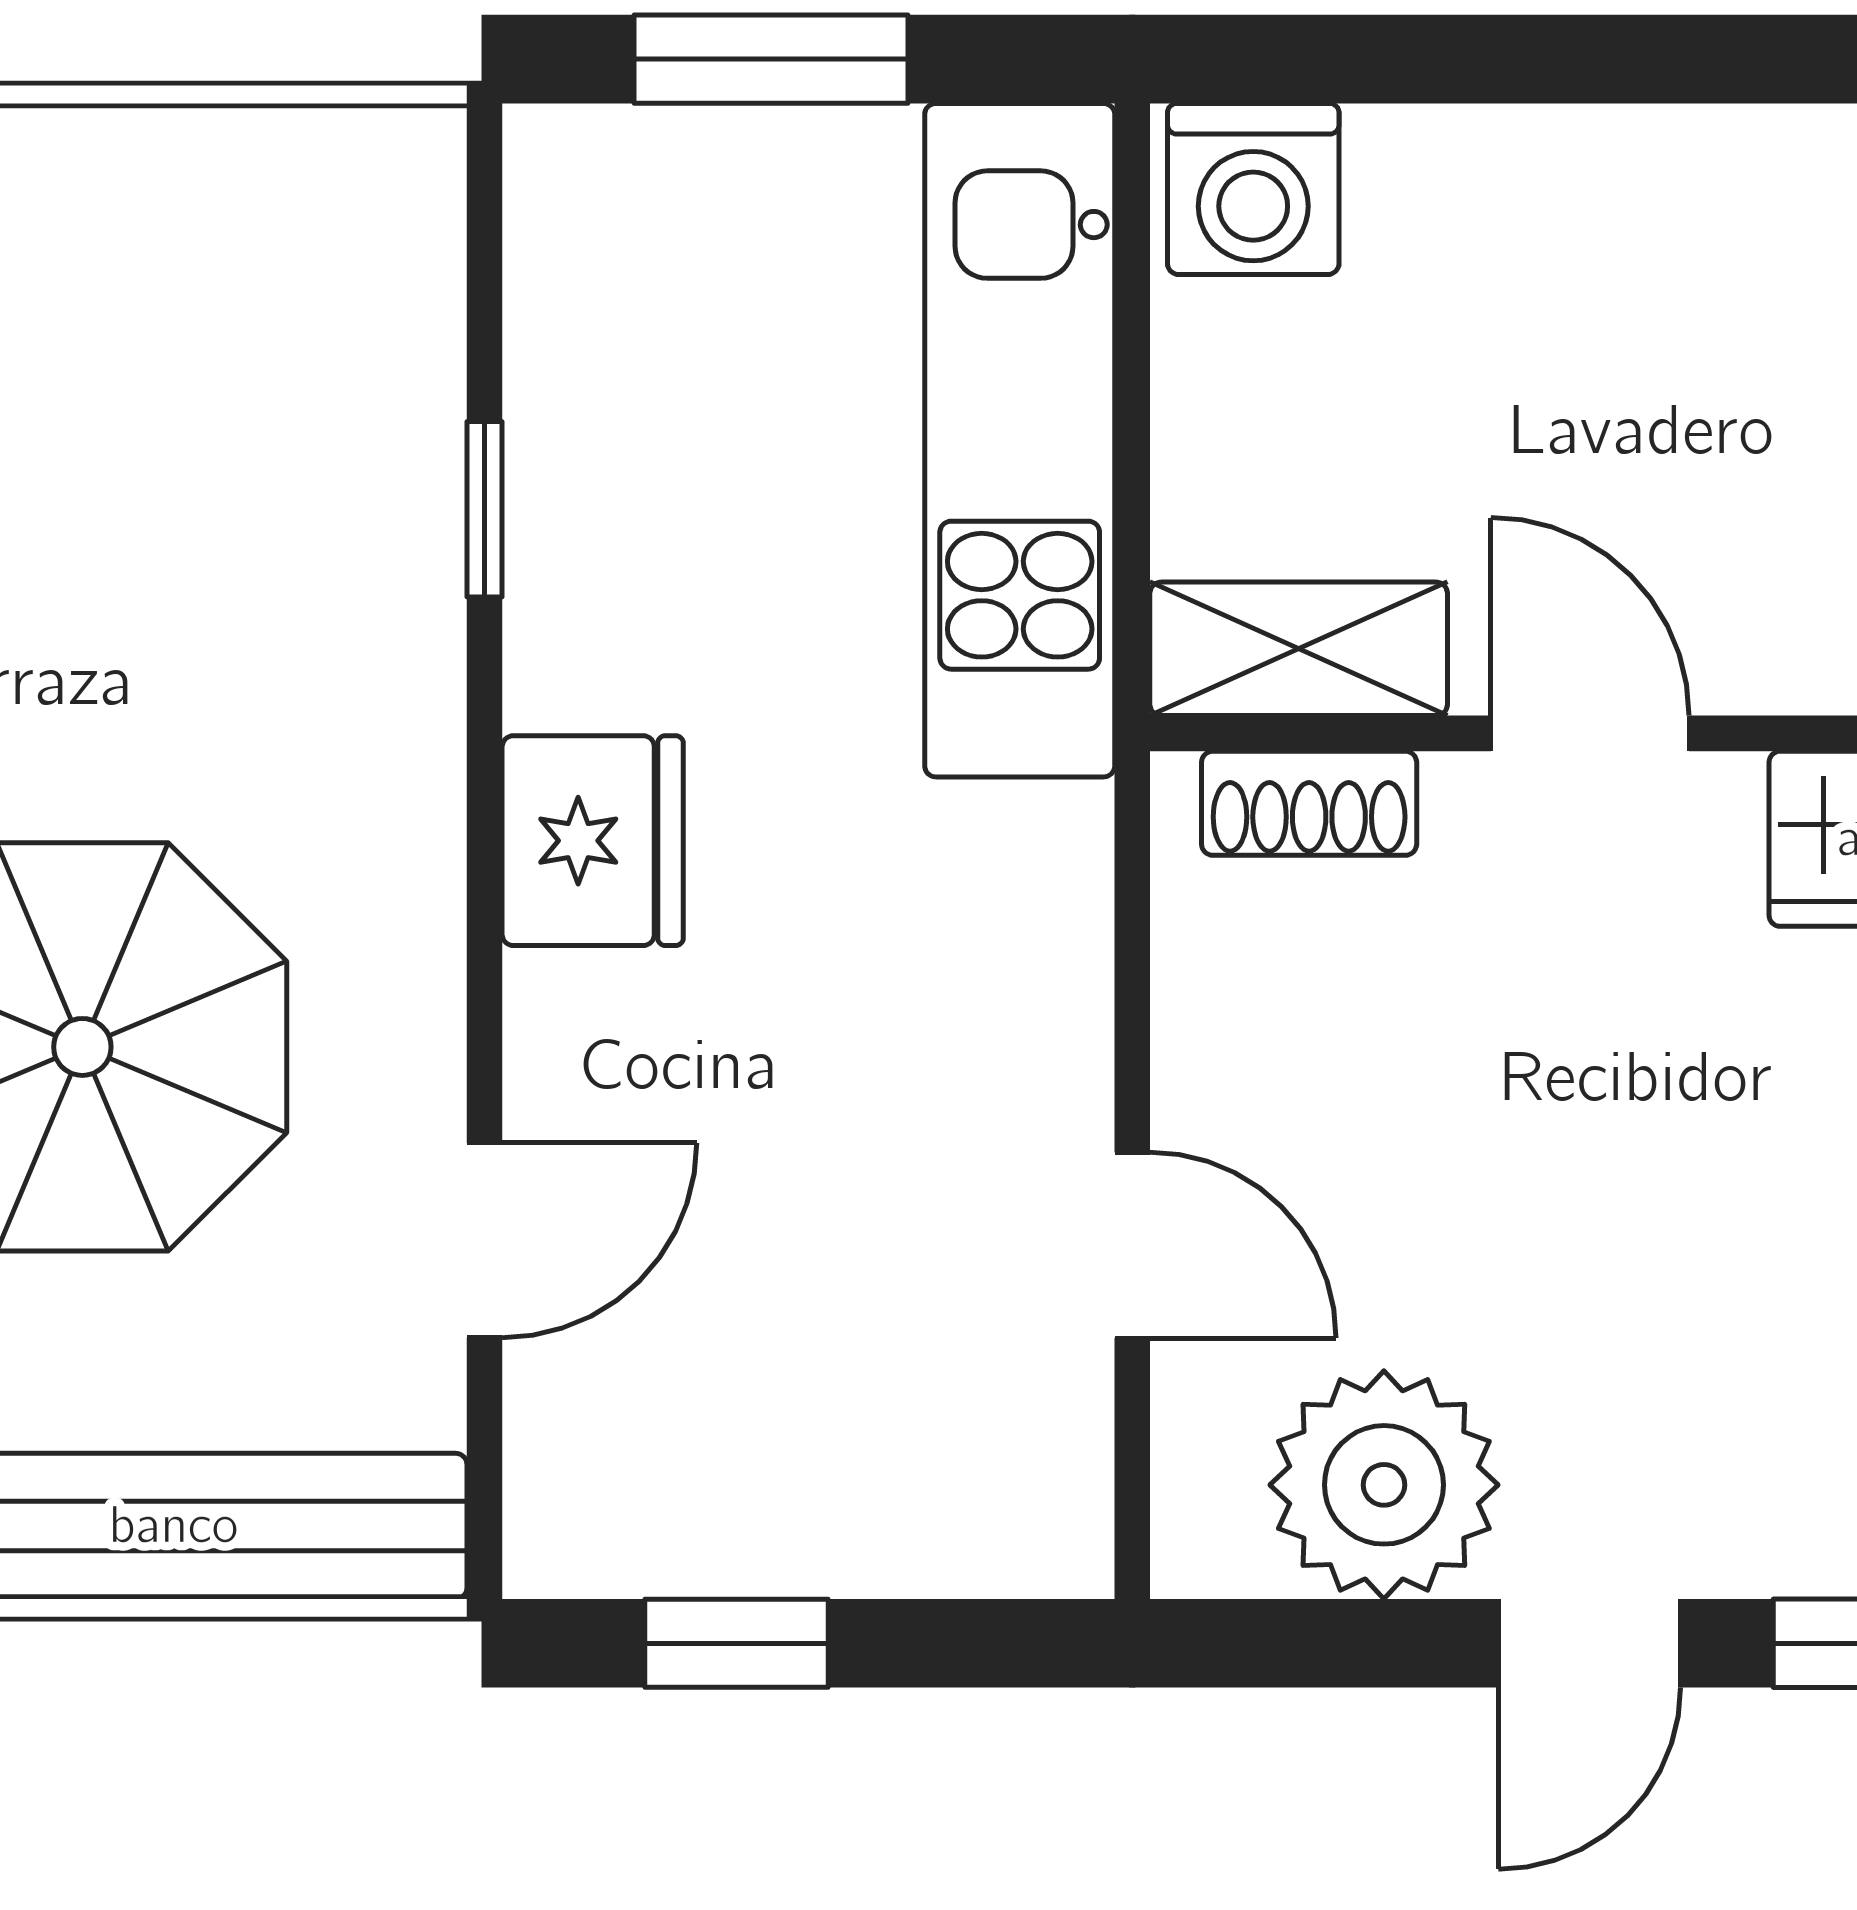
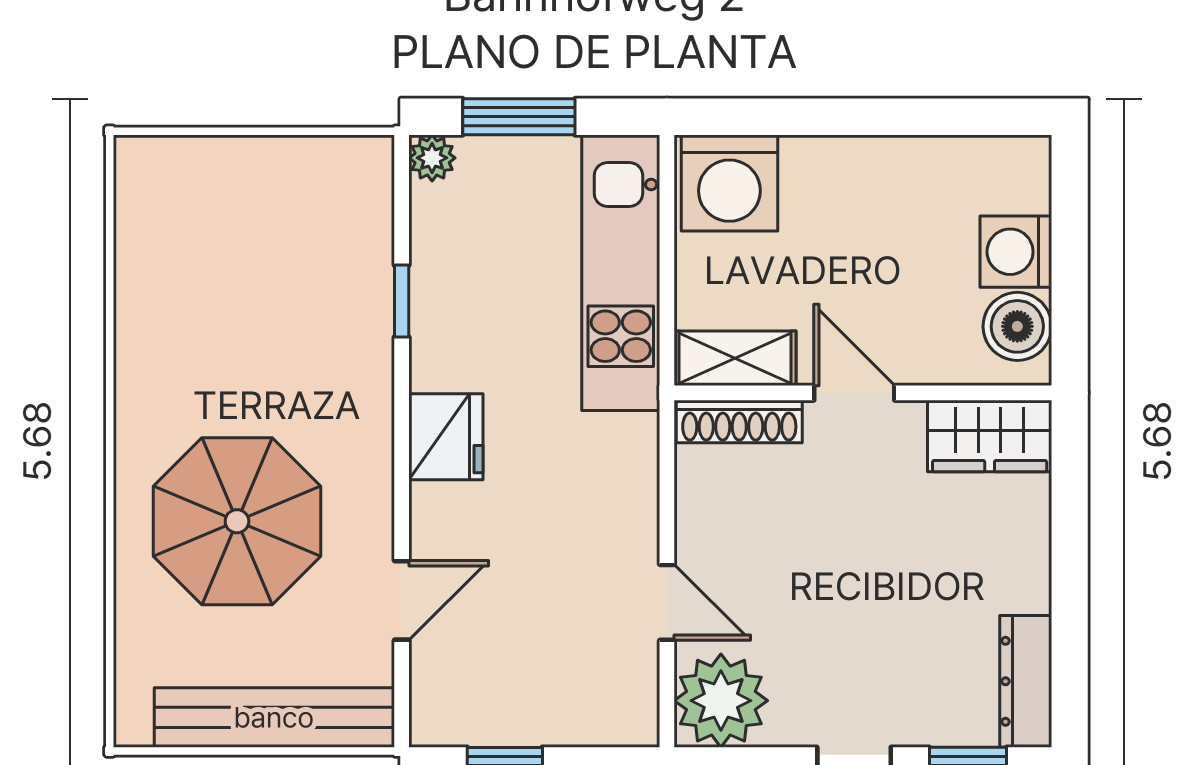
plant: (559, 160) -> (432, 158), added
washing machine: (1253, 189) -> (729, 183), width x1.37, depth x1.37
shoe rack: (1309, 803) -> (739, 421), width x1.43
plant: (1384, 1485) -> (721, 701), moved

